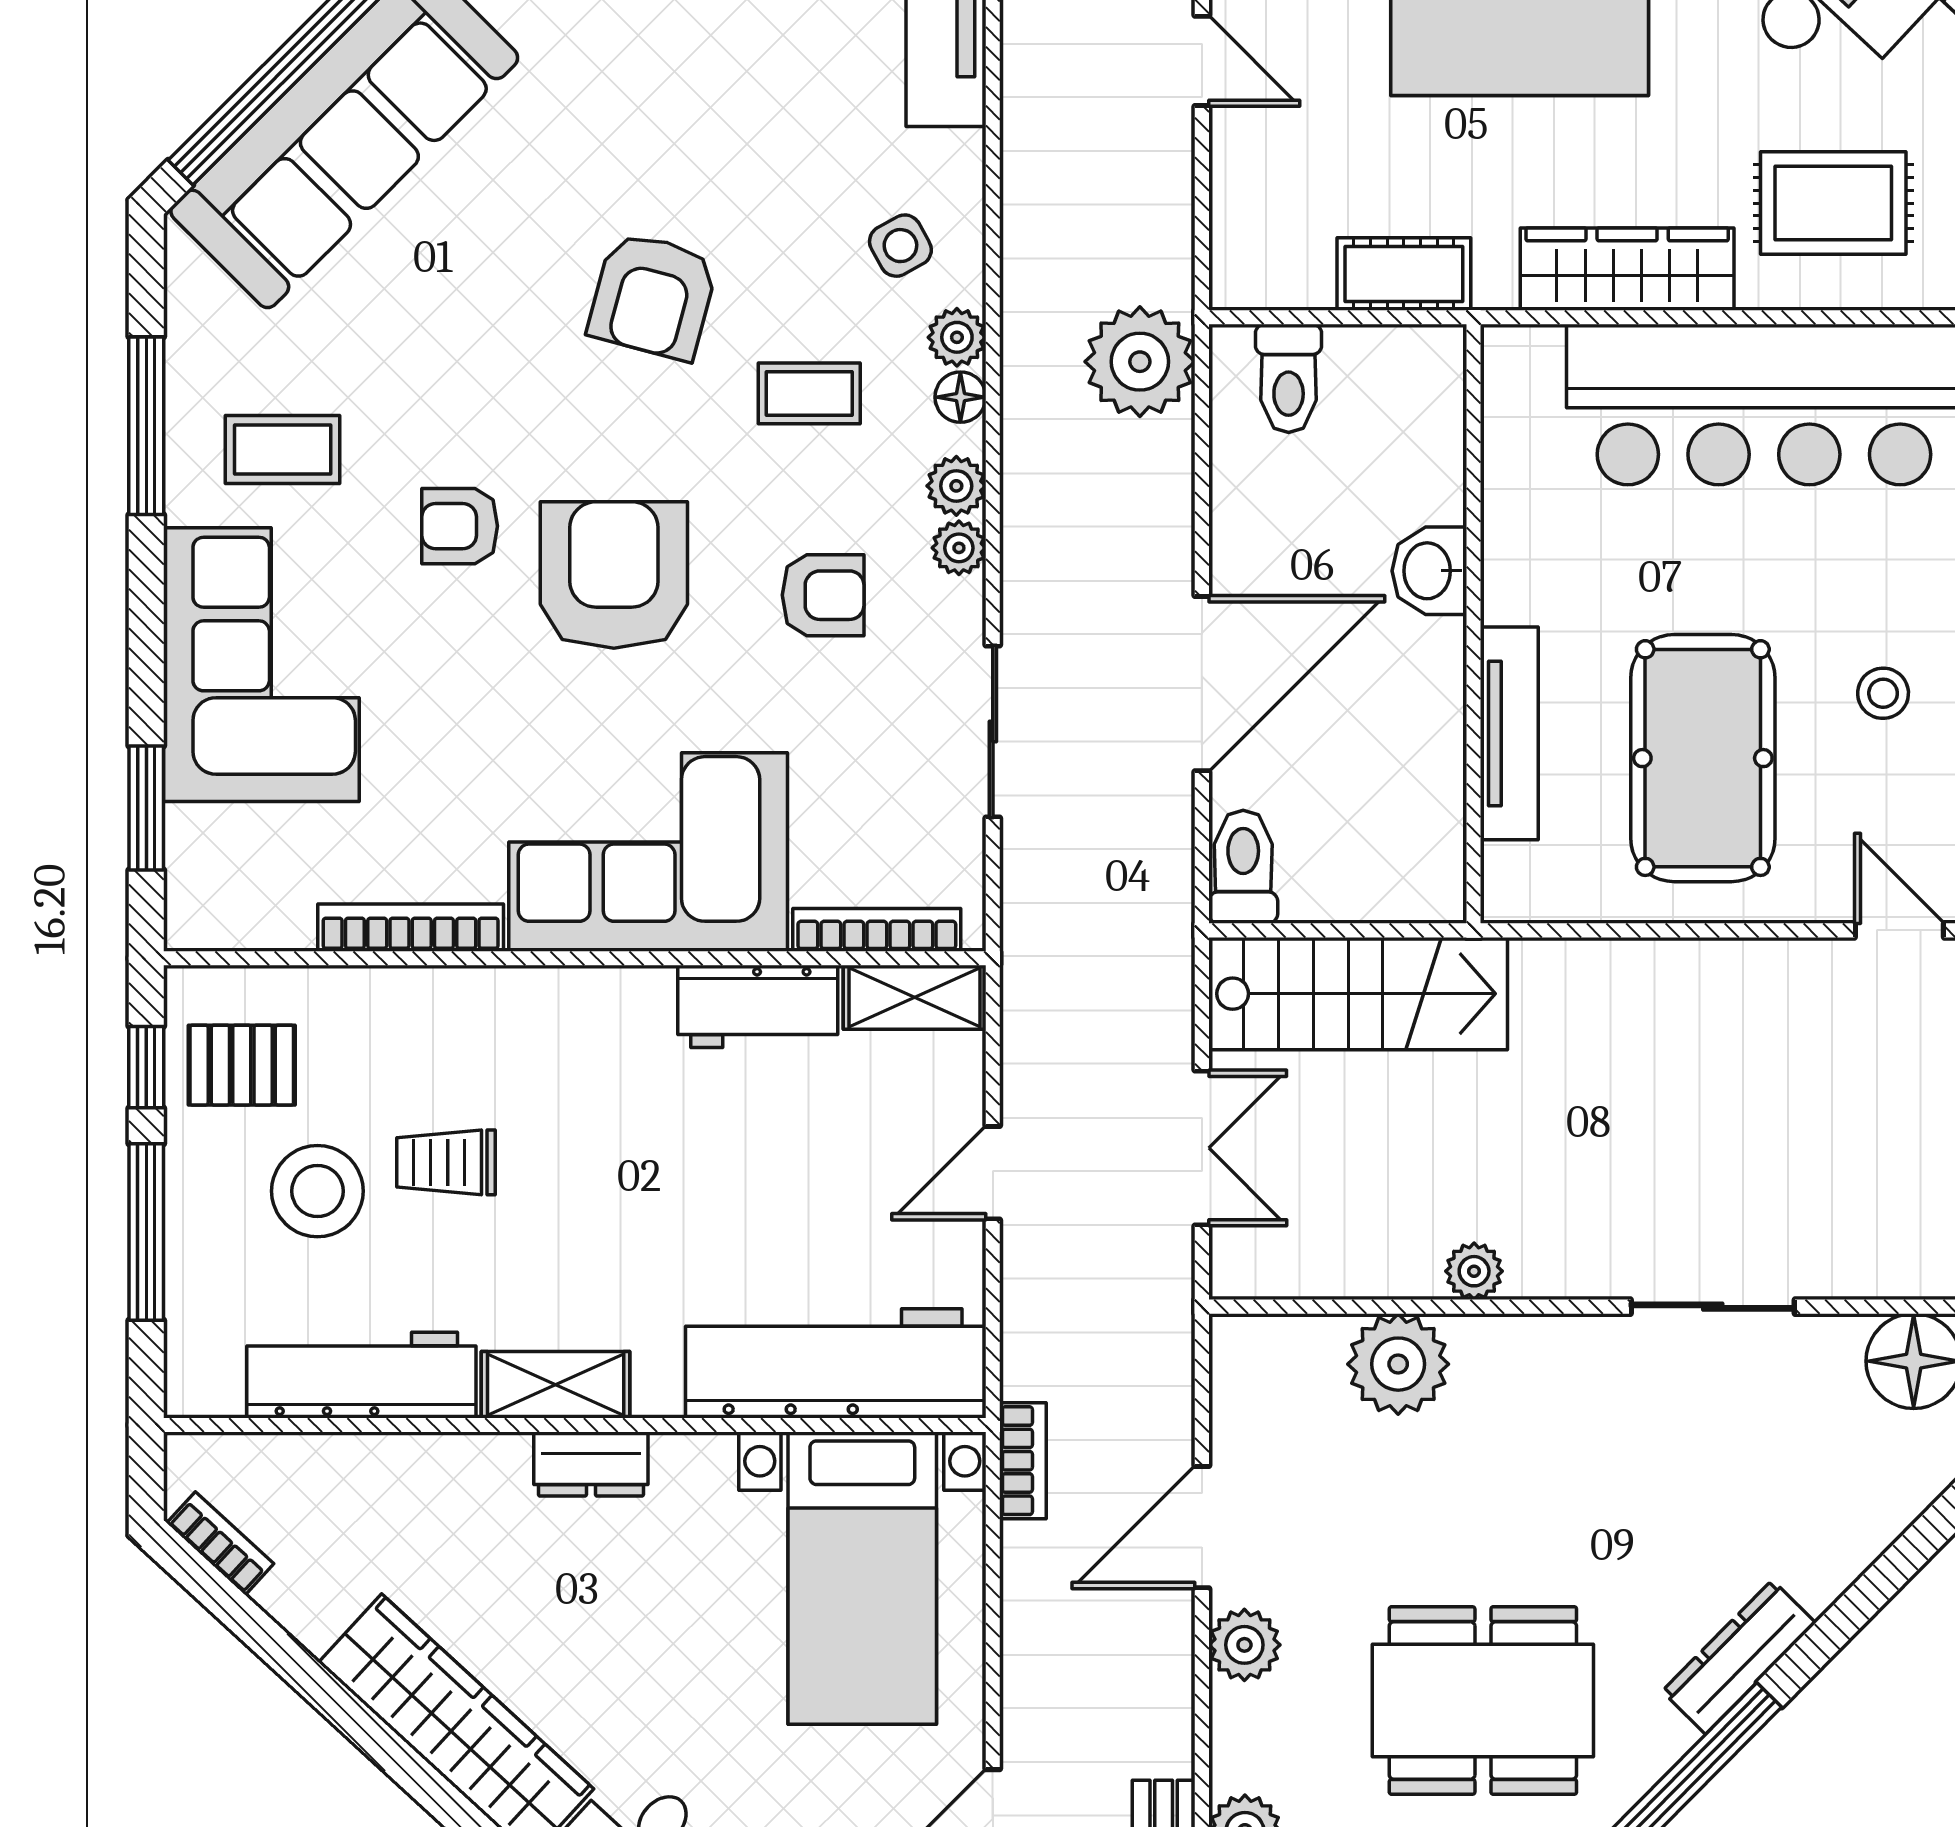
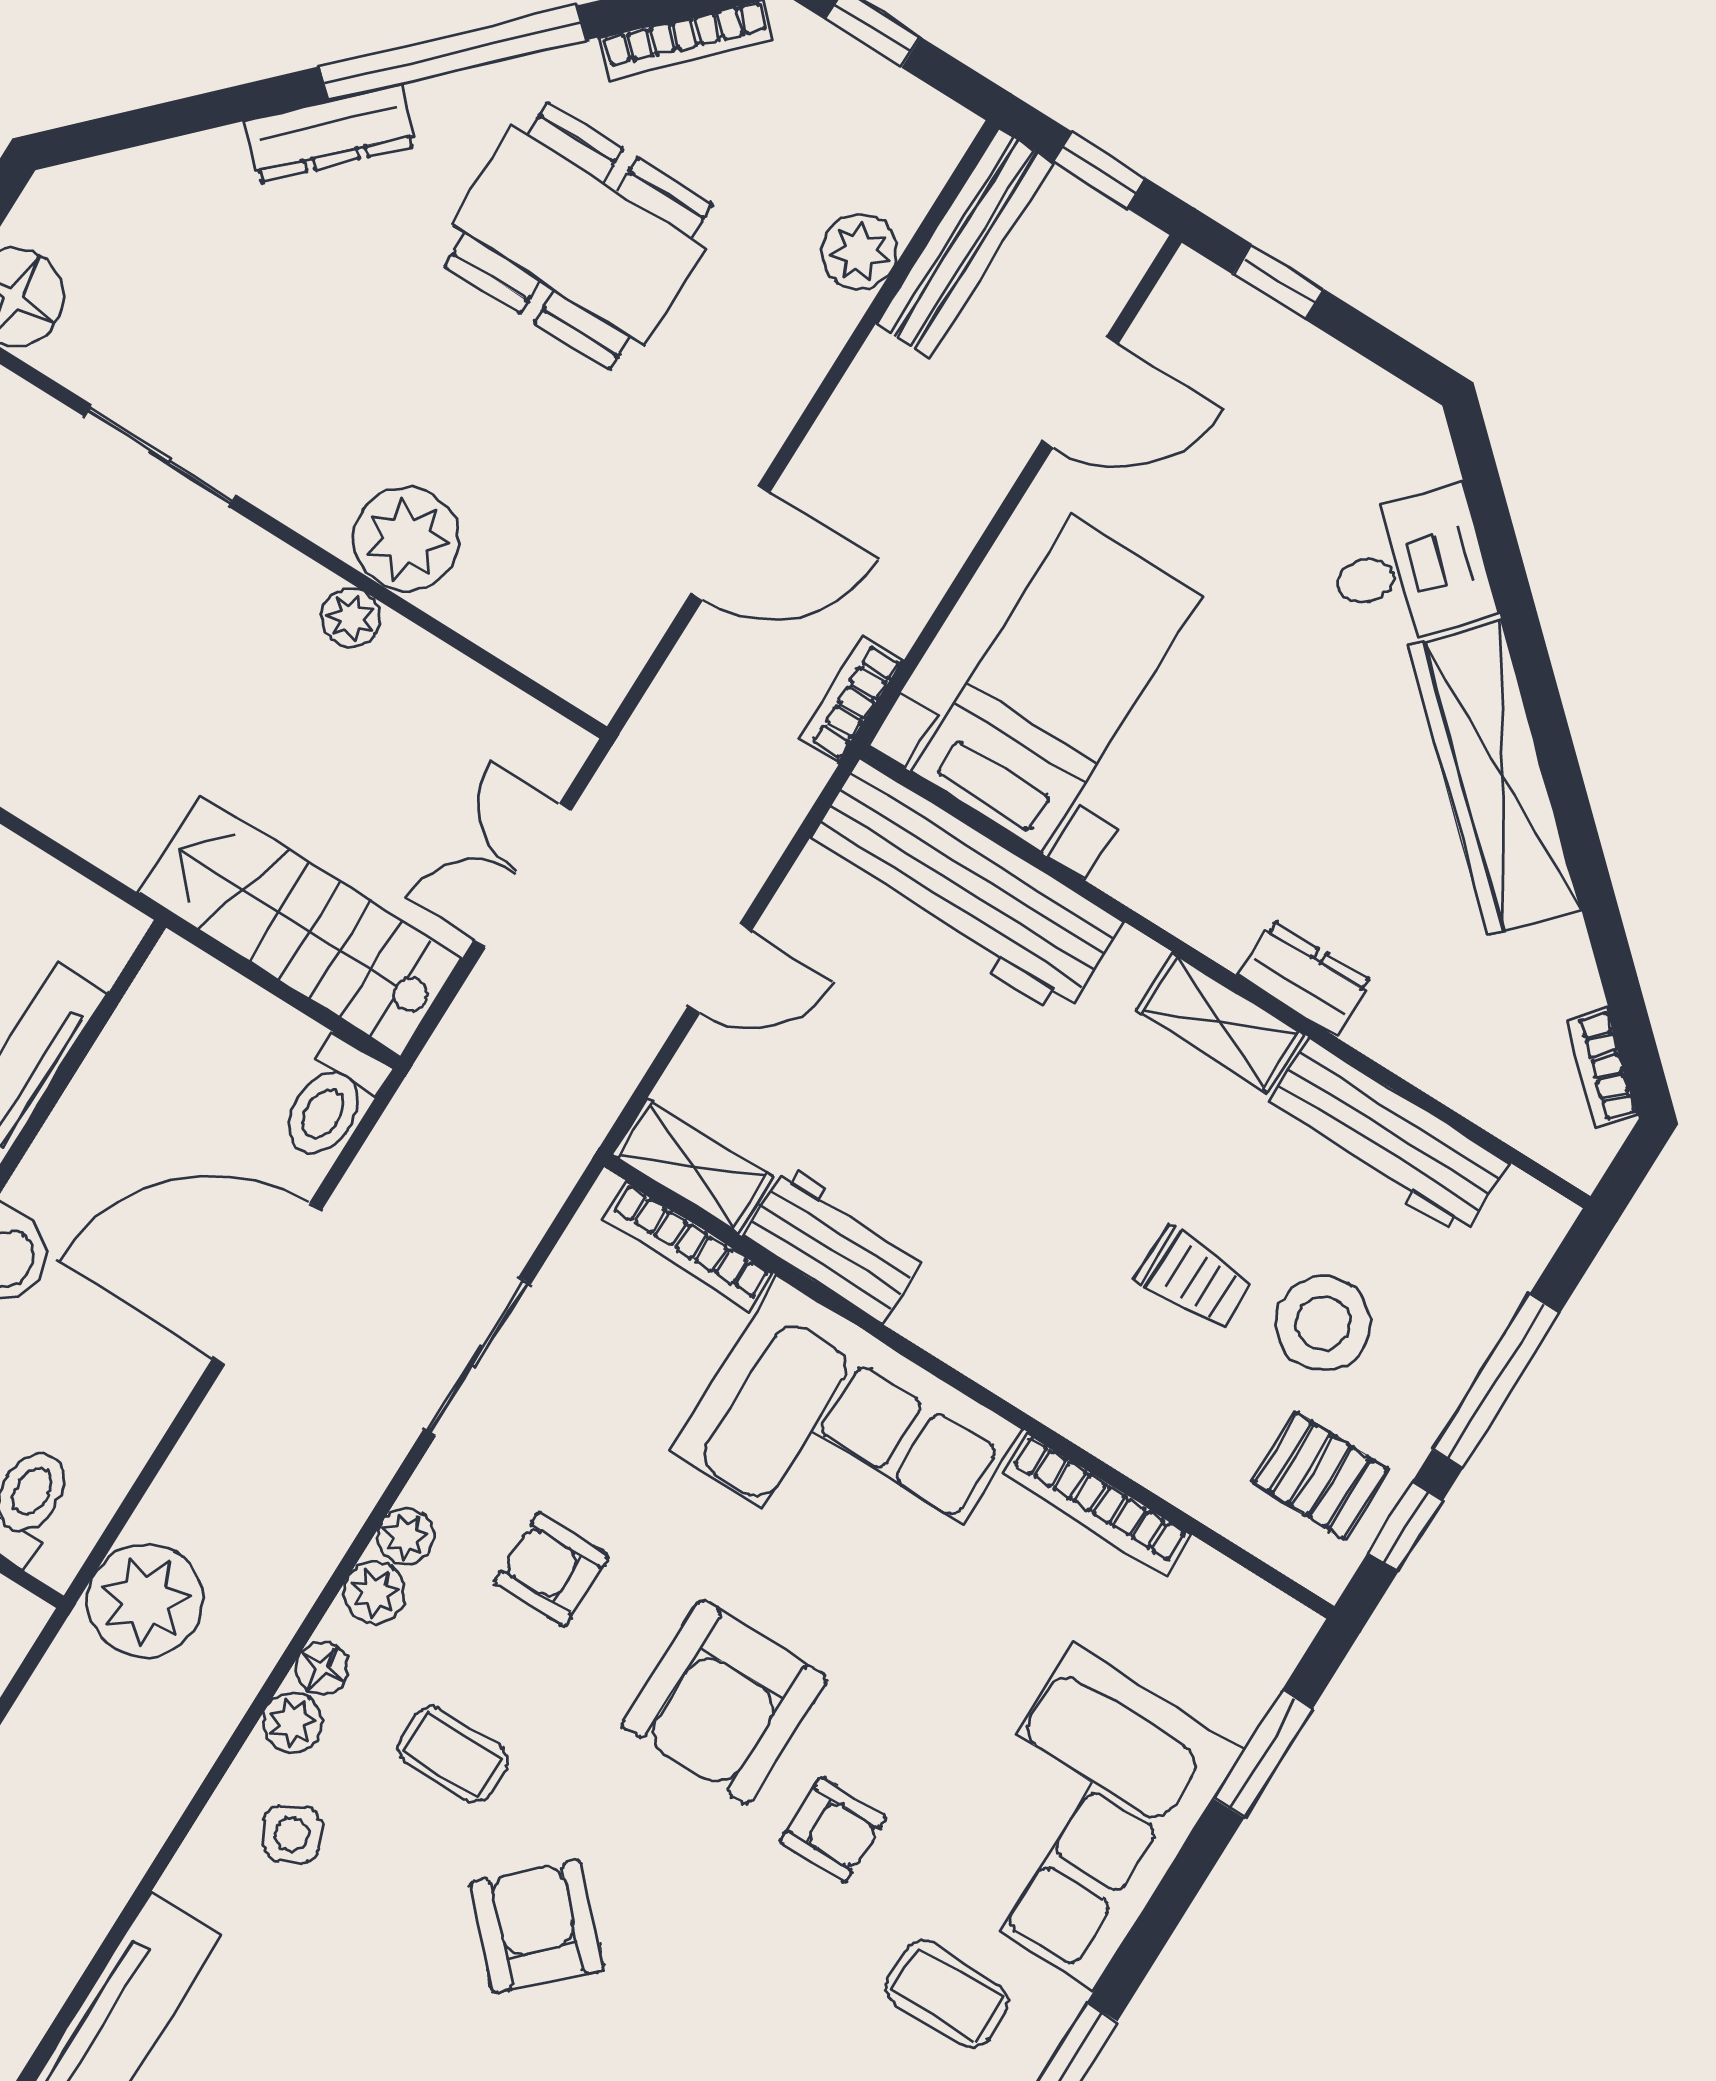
armchair: (653, 296) -> (537, 1926), turned -59
plant: (1398, 1364) -> (406, 539), moved
dresser: (591, 1464) -> (1305, 978), moved
plant: (1244, 1645) -> (758, 416), removed

